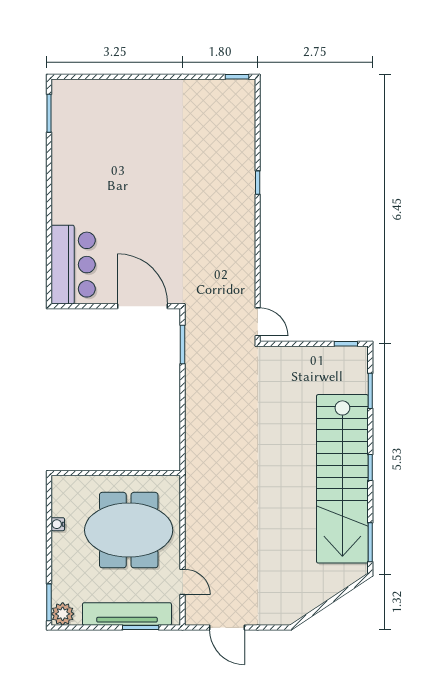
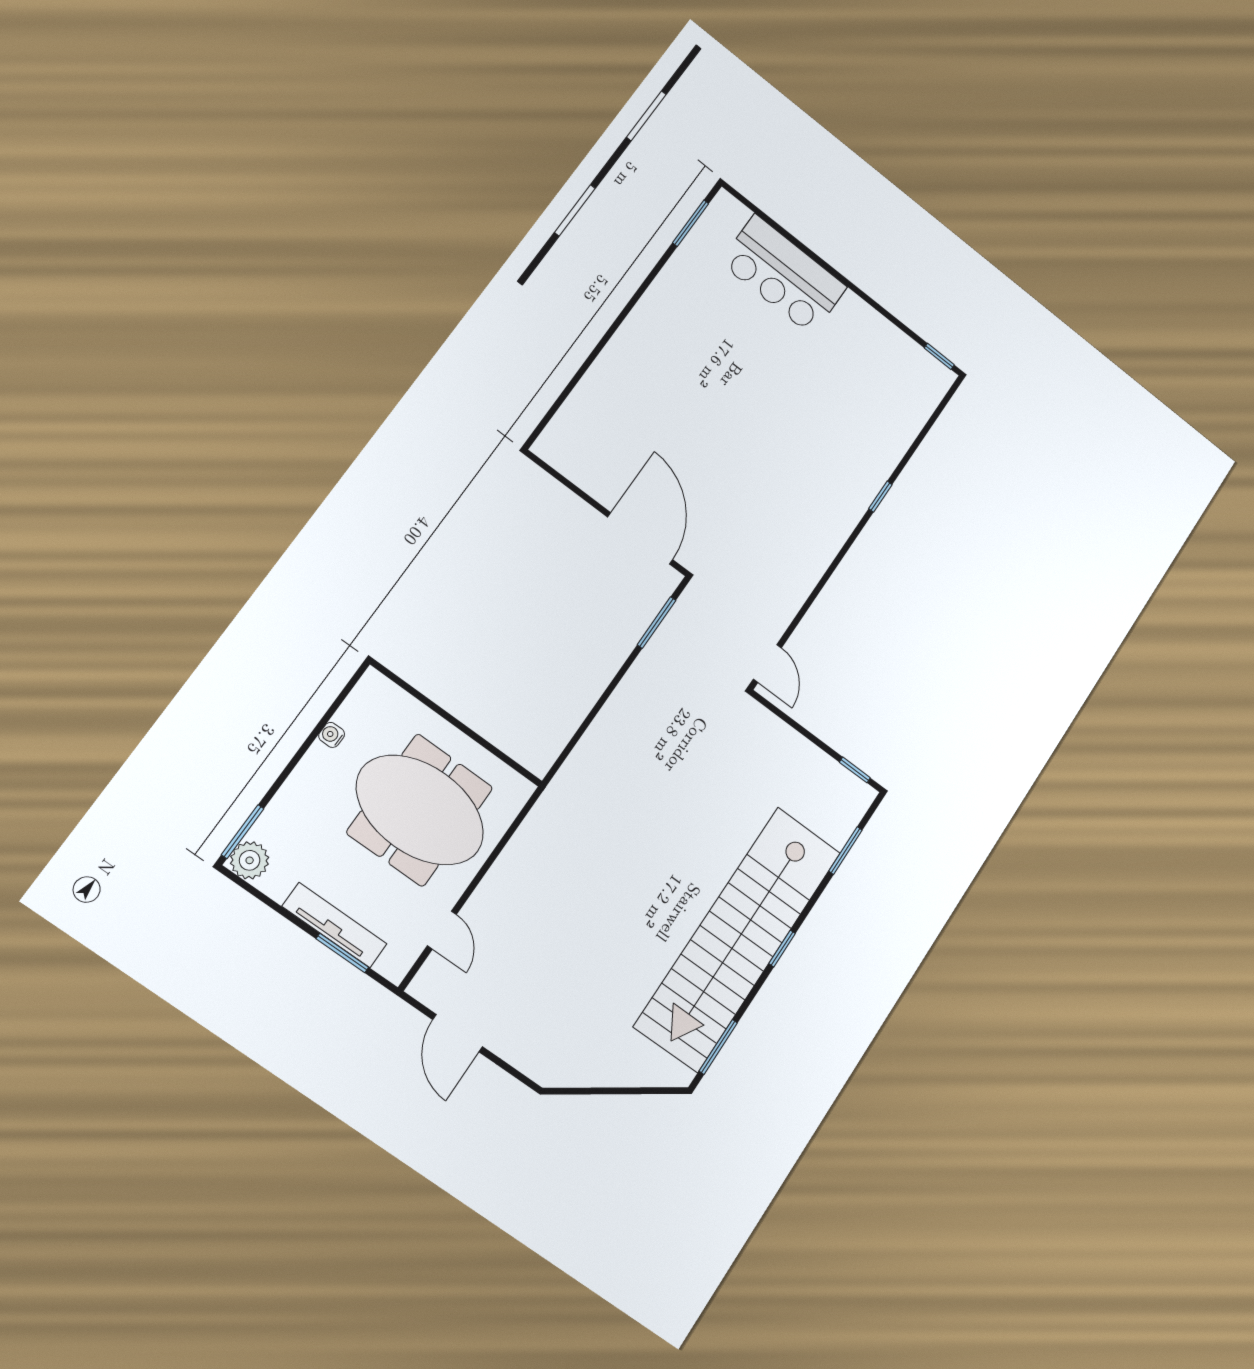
bar counter: (73, 265) -> (784, 275), moved, turned 90
tv unit: (127, 614) -> (335, 925), width x0.73, depth x0.78

